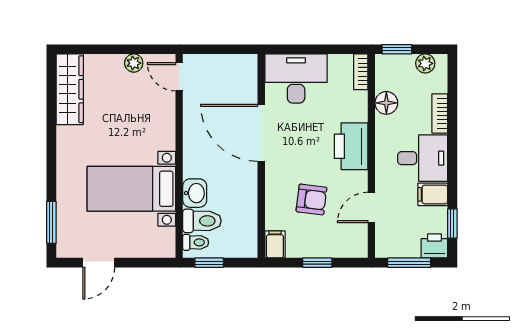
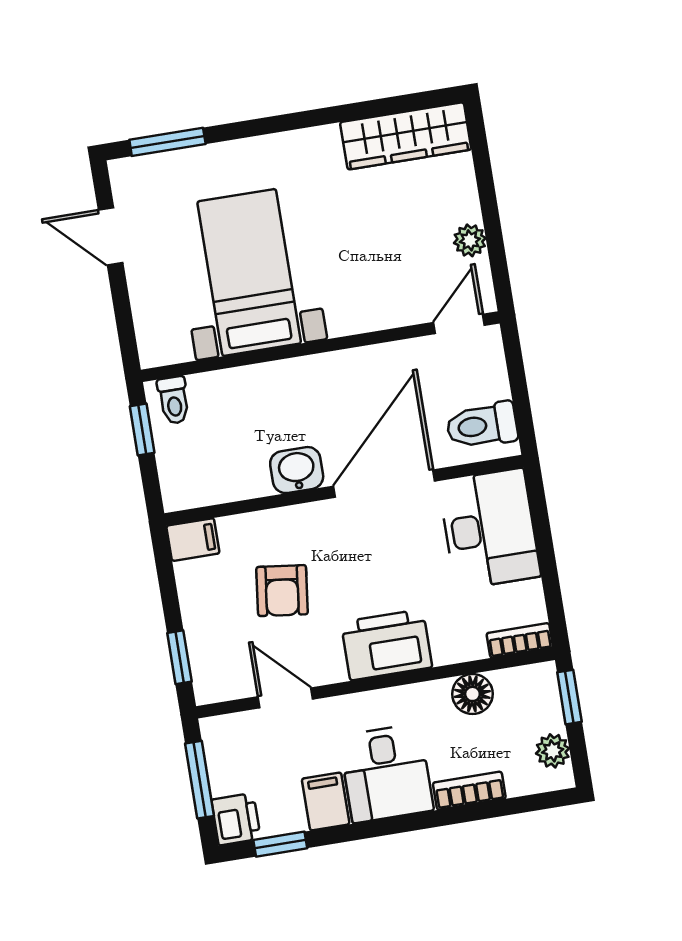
washbasin: (195, 193) -> (297, 470), moved, turned 180
toilet: (202, 221) -> (482, 425), moved, turned 90
window: (317, 263) -> (179, 657), moved

